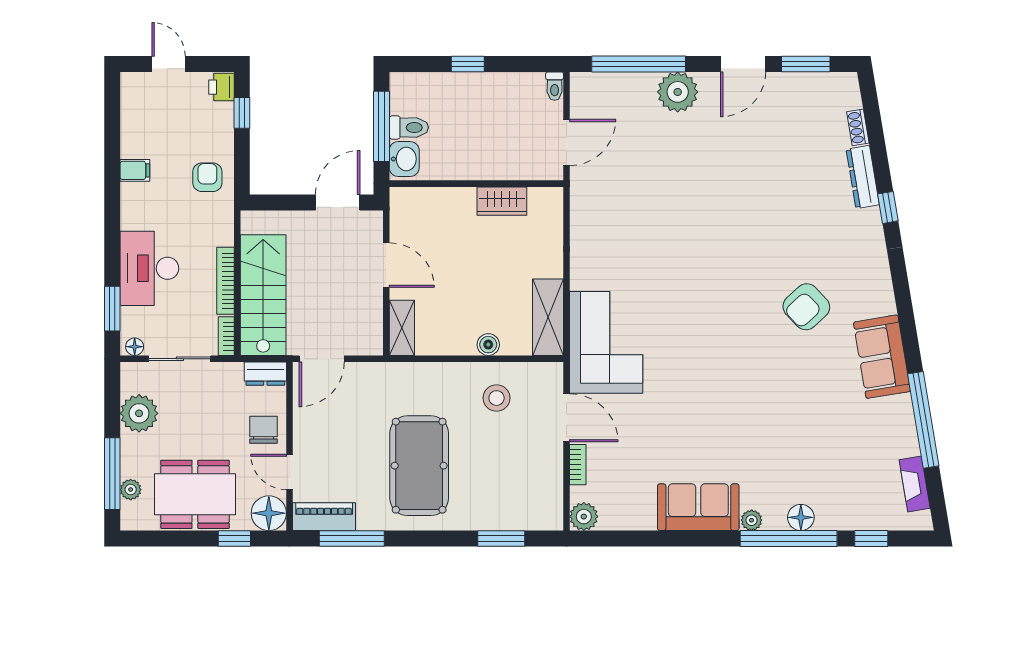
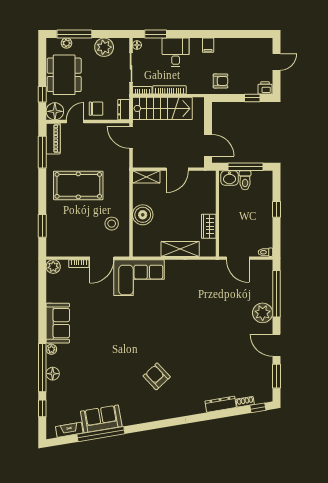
filing cabinet: (135, 170) -> (208, 45), moved
window: (888, 207) -> (258, 408), moved
desk: (149, 268) -> (176, 52), width x0.73
shelving: (548, 317) -> (180, 249), moved
boiler: (488, 345) -> (143, 215), width x1.86, depth x1.86
sofa: (882, 357) -> (101, 419), moved

